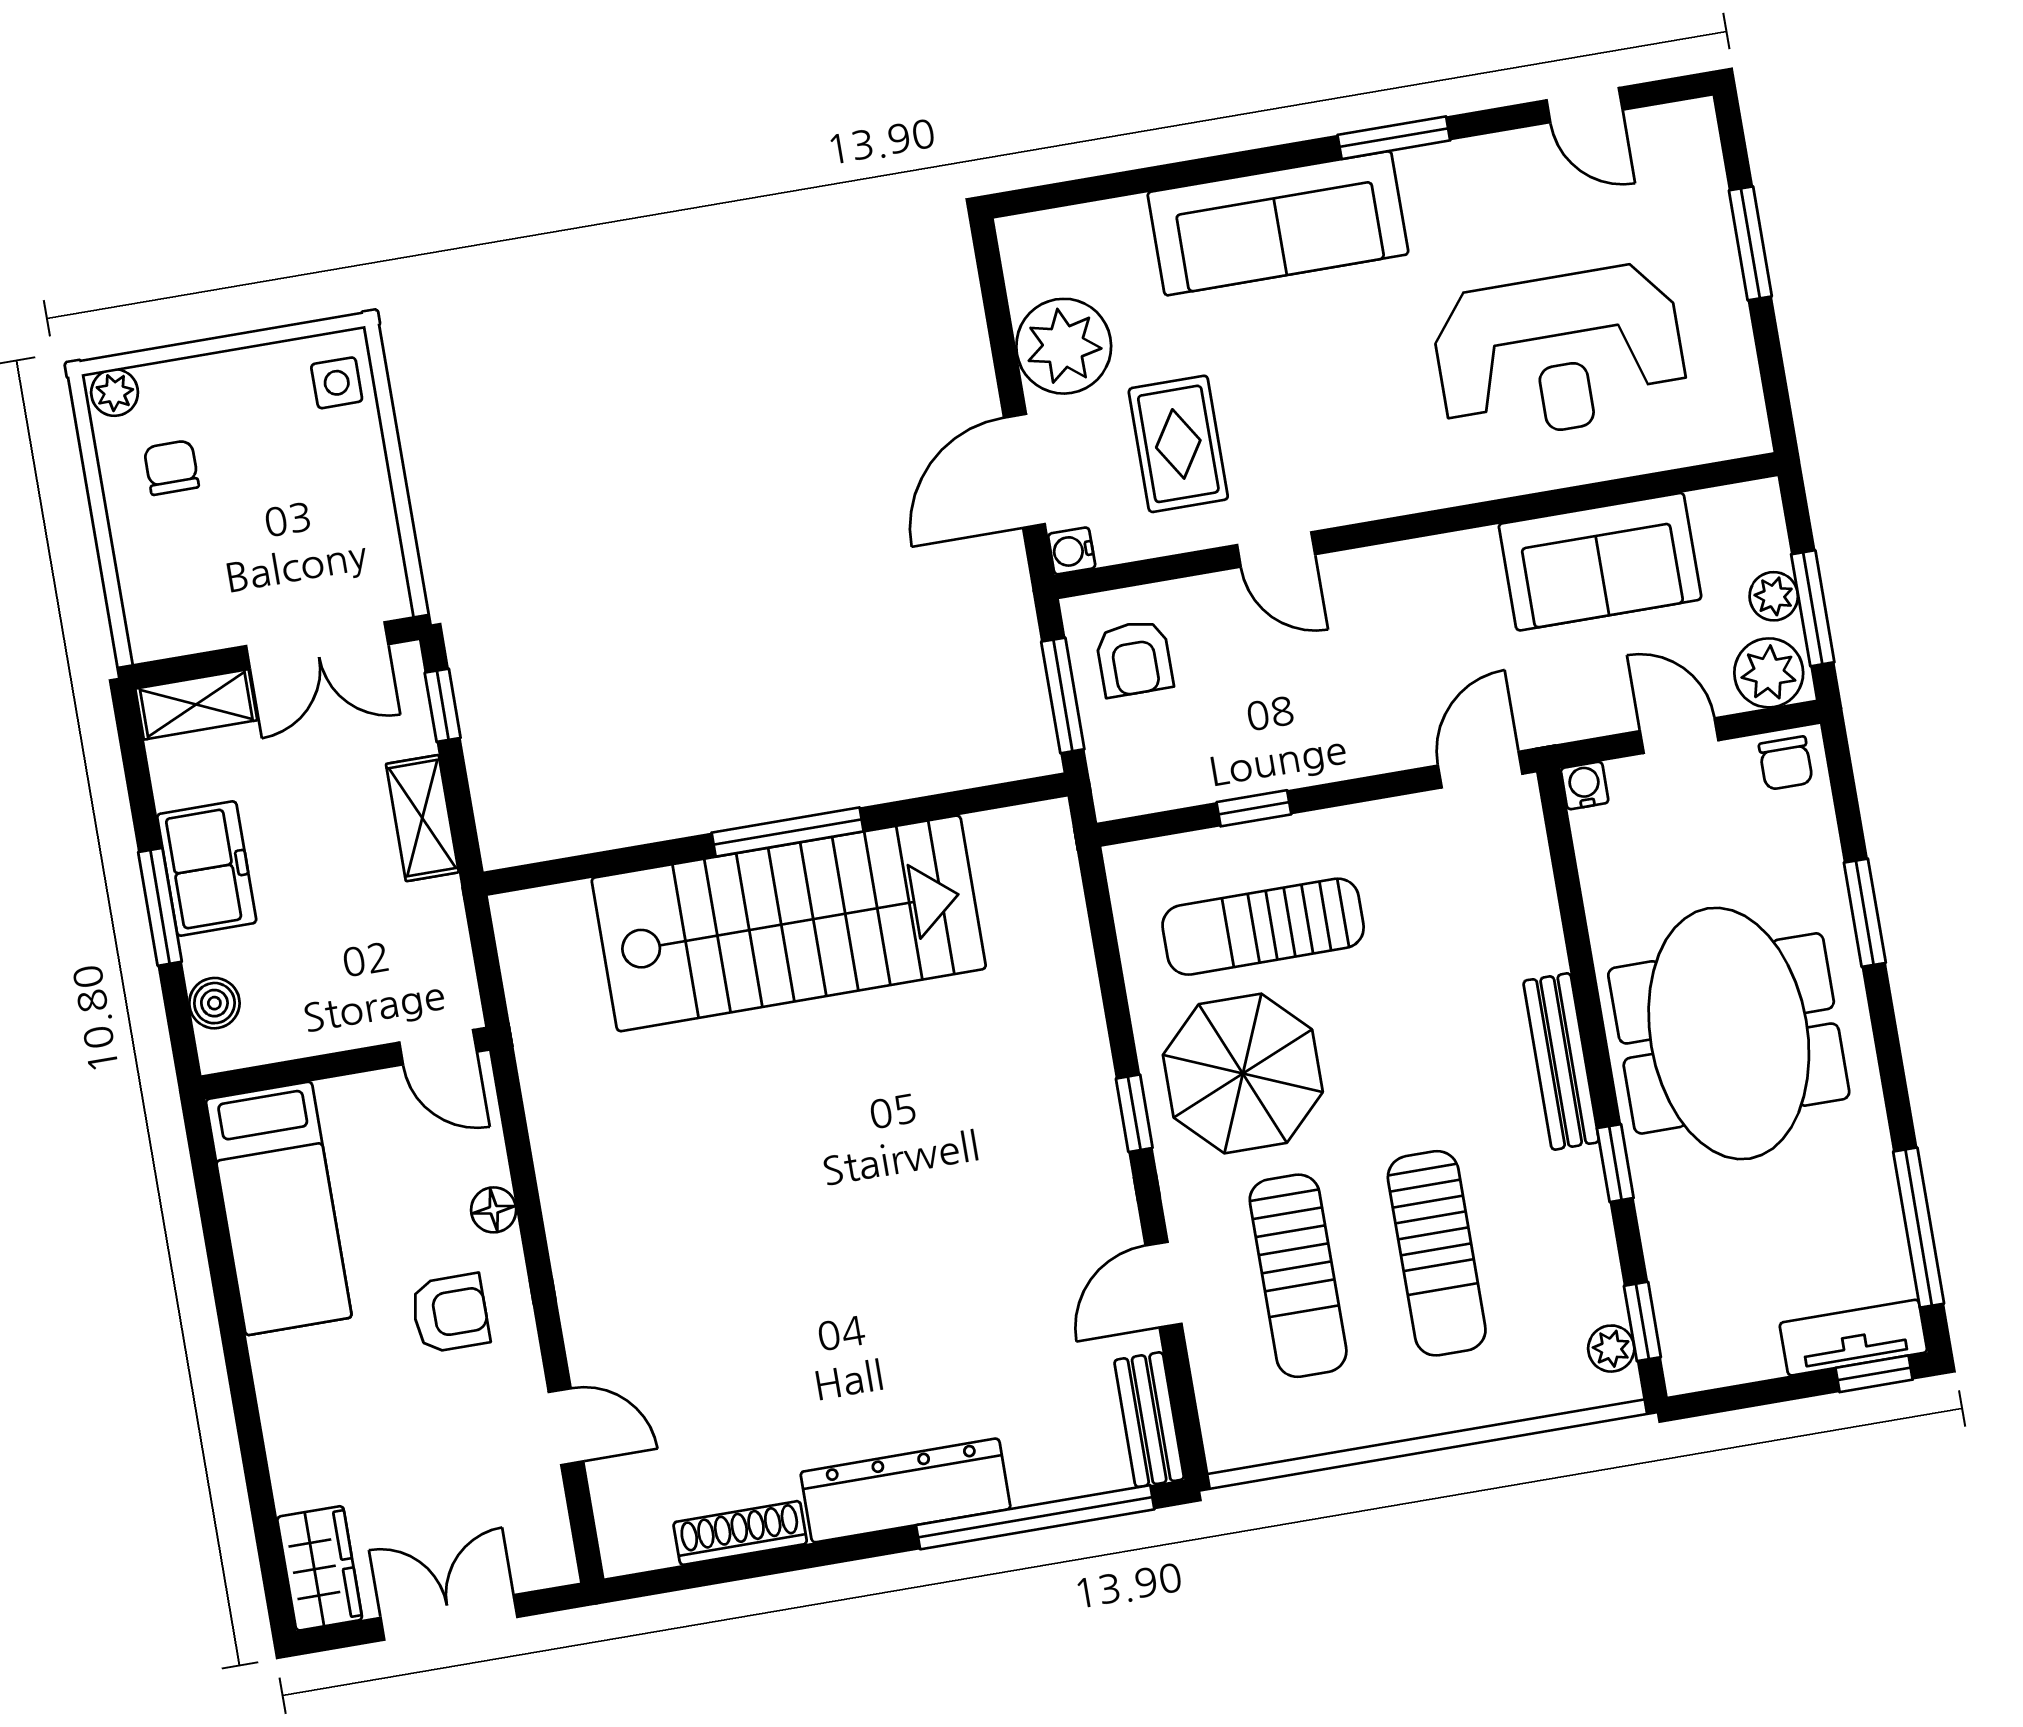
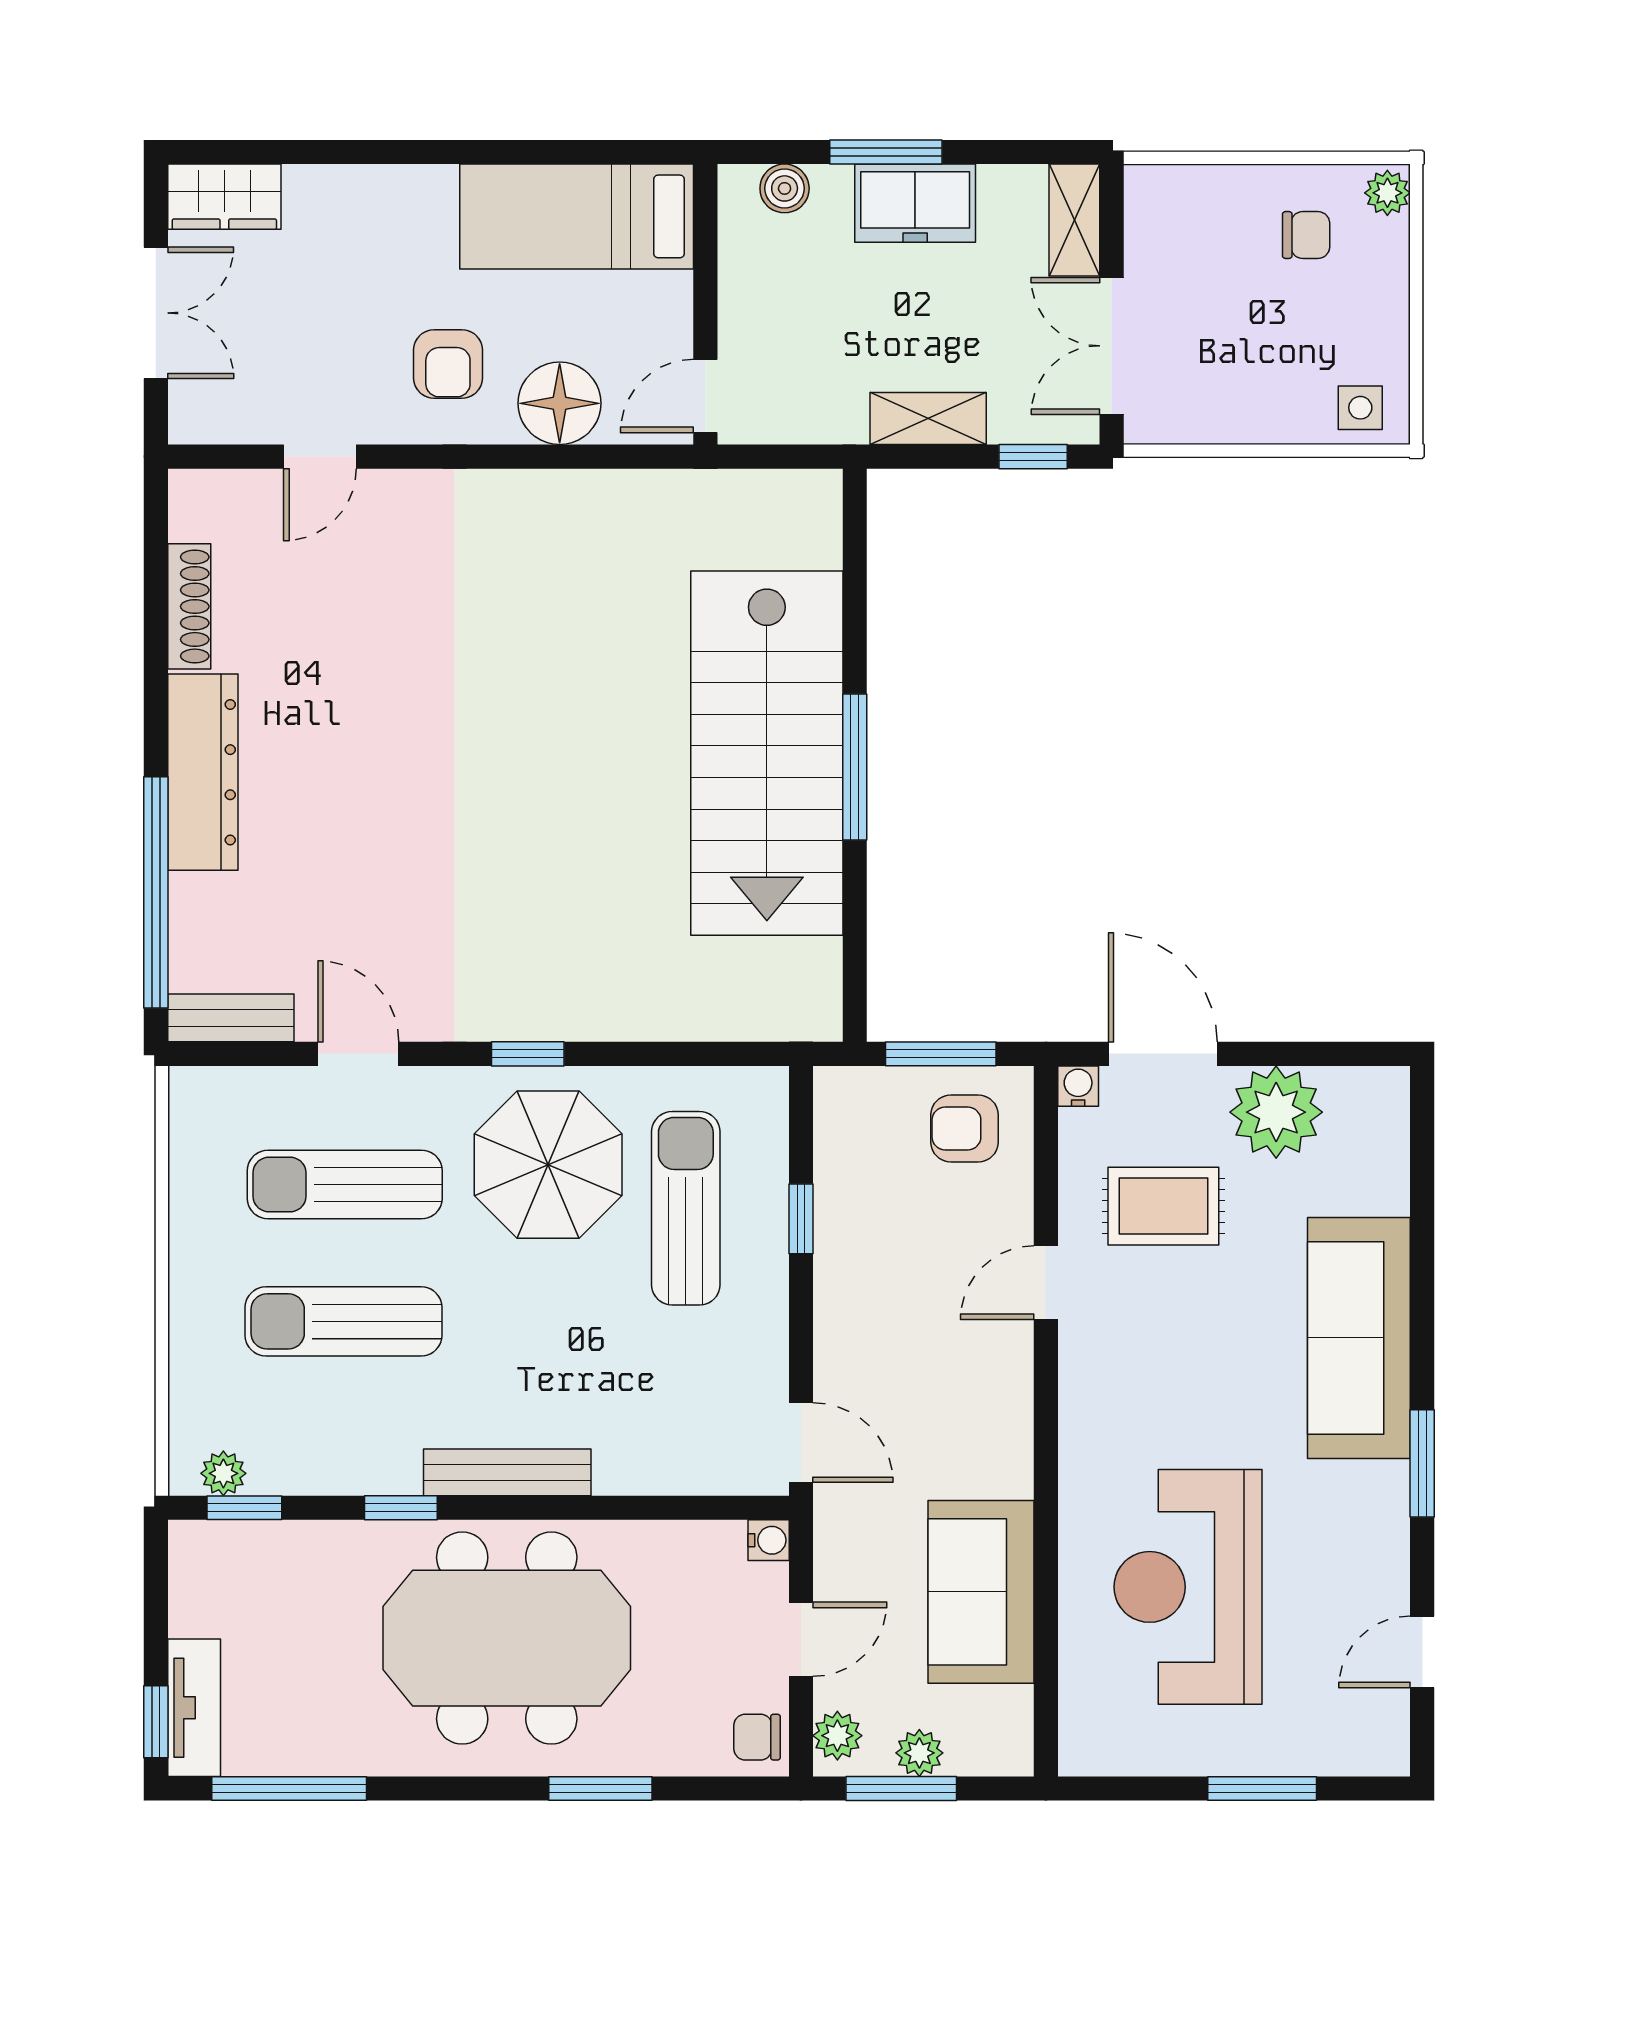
plant: (1769, 673) -> (837, 1736), width x0.73, depth x0.73
floor lamp: (494, 1210) -> (560, 403), width x1.89, depth x1.89

